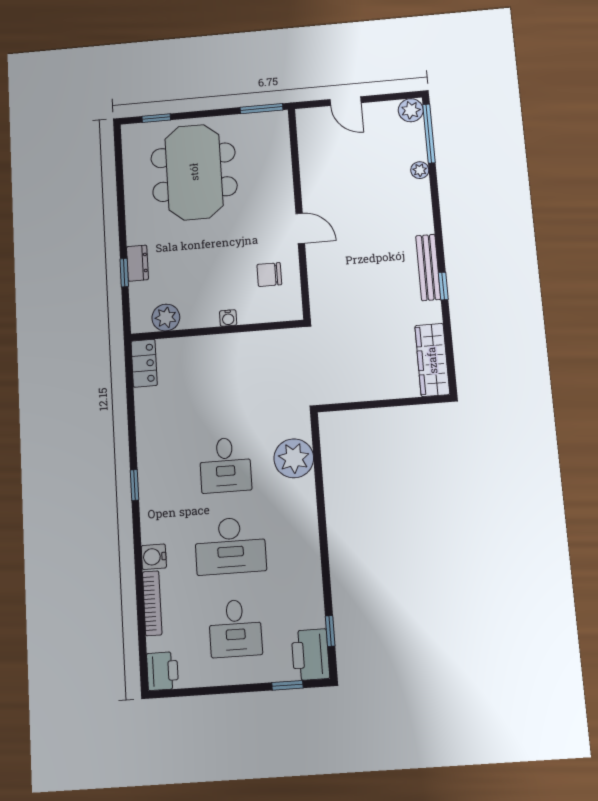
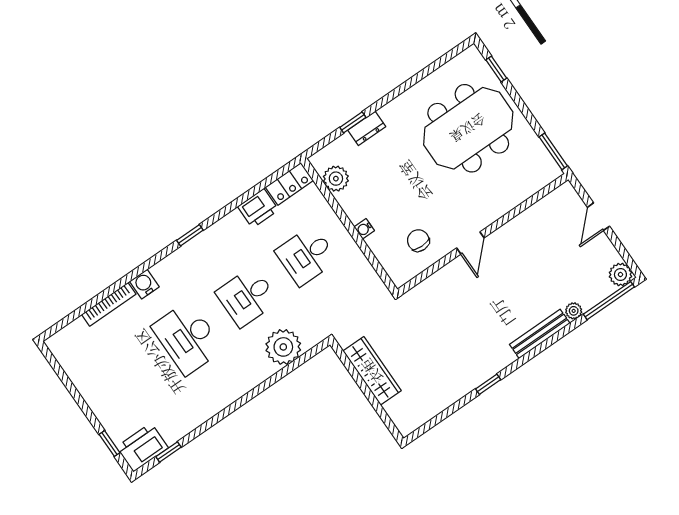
bench: (428, 267) -> (540, 334), moved
wardrobe: (432, 360) -> (372, 371), moved, turned 90
desk: (235, 628) -> (306, 256), moved
printer: (162, 671) -> (258, 208), moved

